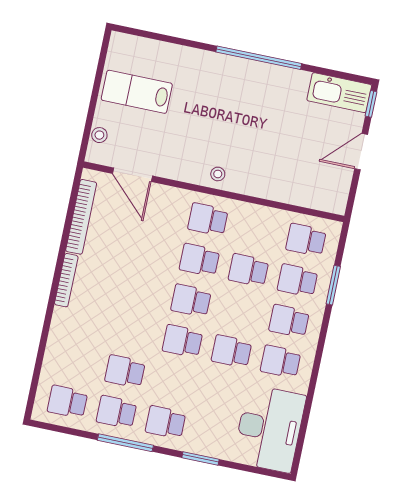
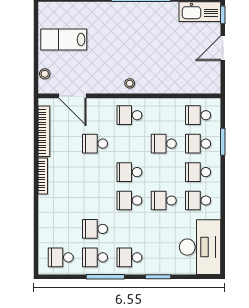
school desk: (199, 260) -> (95, 144), moved

